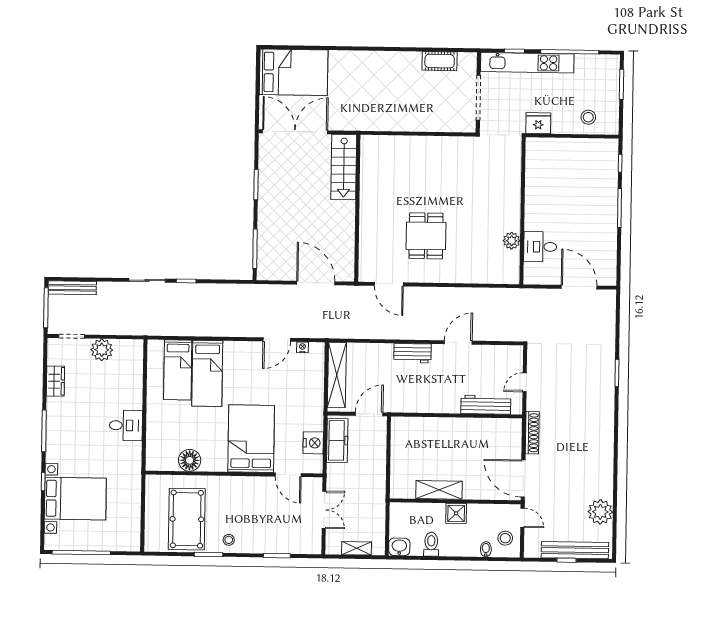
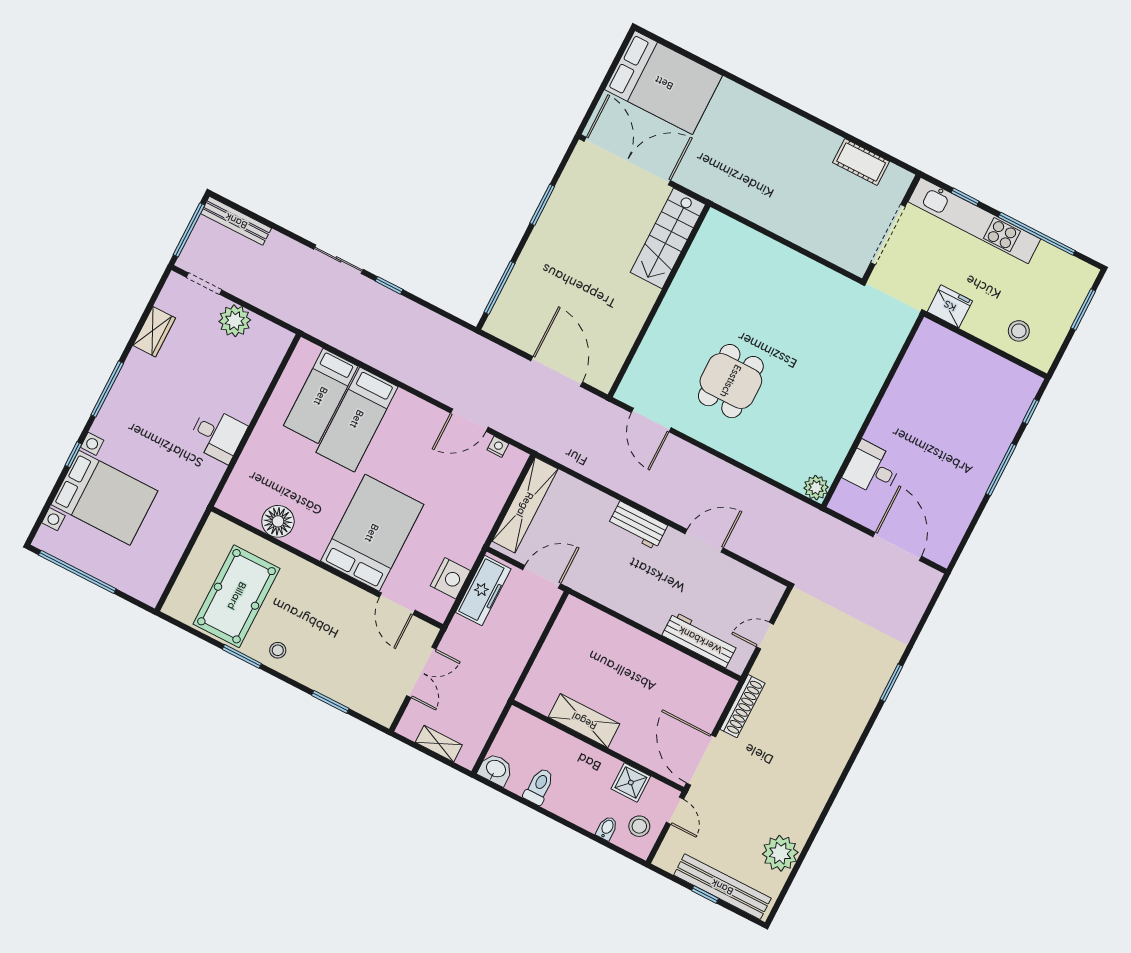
plant: (512, 241) -> (816, 488), moved
shower: (456, 513) -> (631, 783), moved

